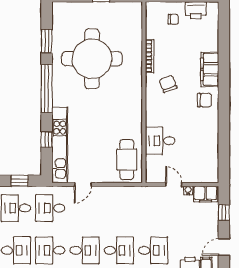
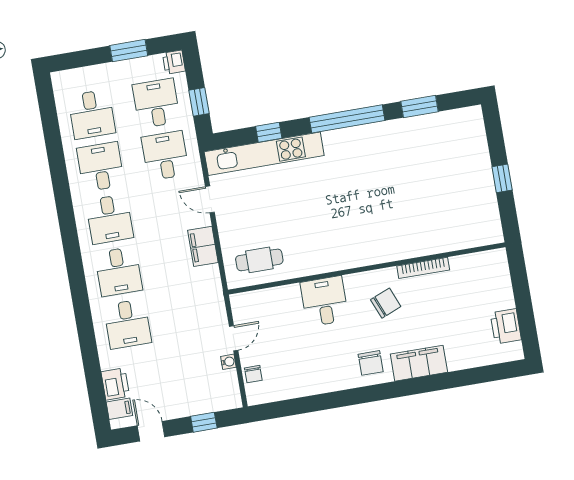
chair: (173, 19) -> (253, 374), moved
round table: (92, 59) -> (404, 180), removed
desk: (160, 141) -> (324, 301), moved
cafe table: (127, 160) -> (259, 260), width x0.73, depth x0.74
filing cabinet: (205, 194) -> (203, 246), moved

